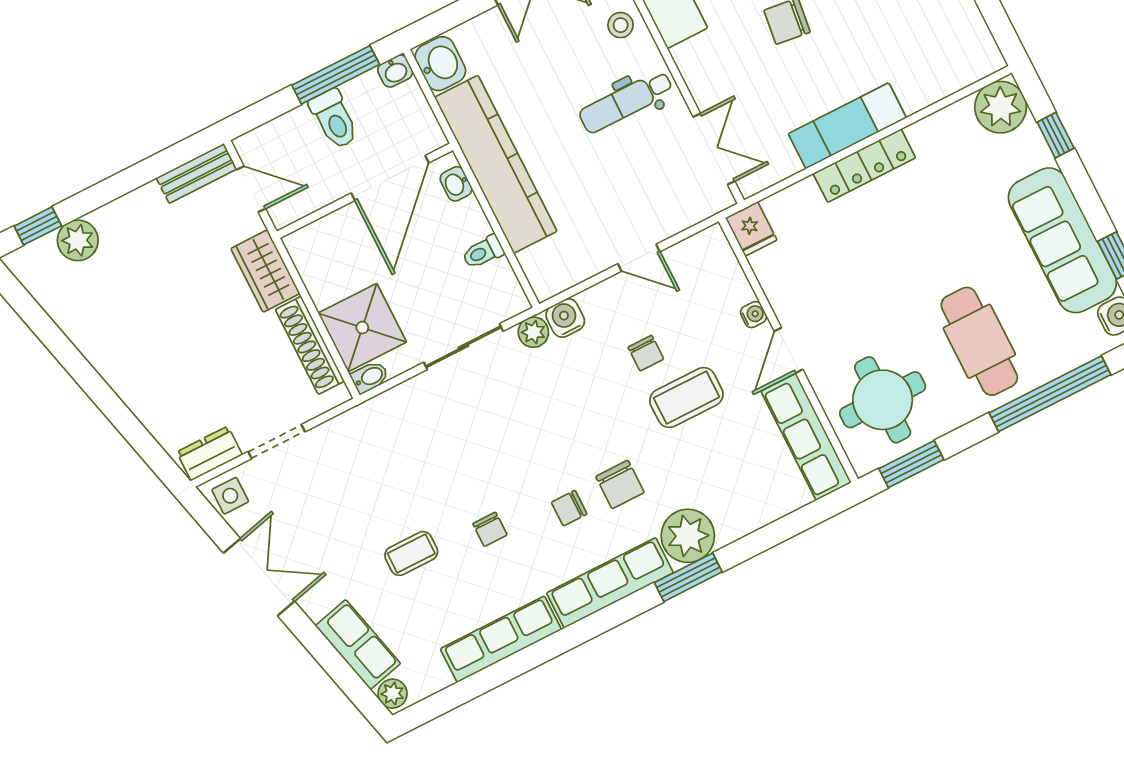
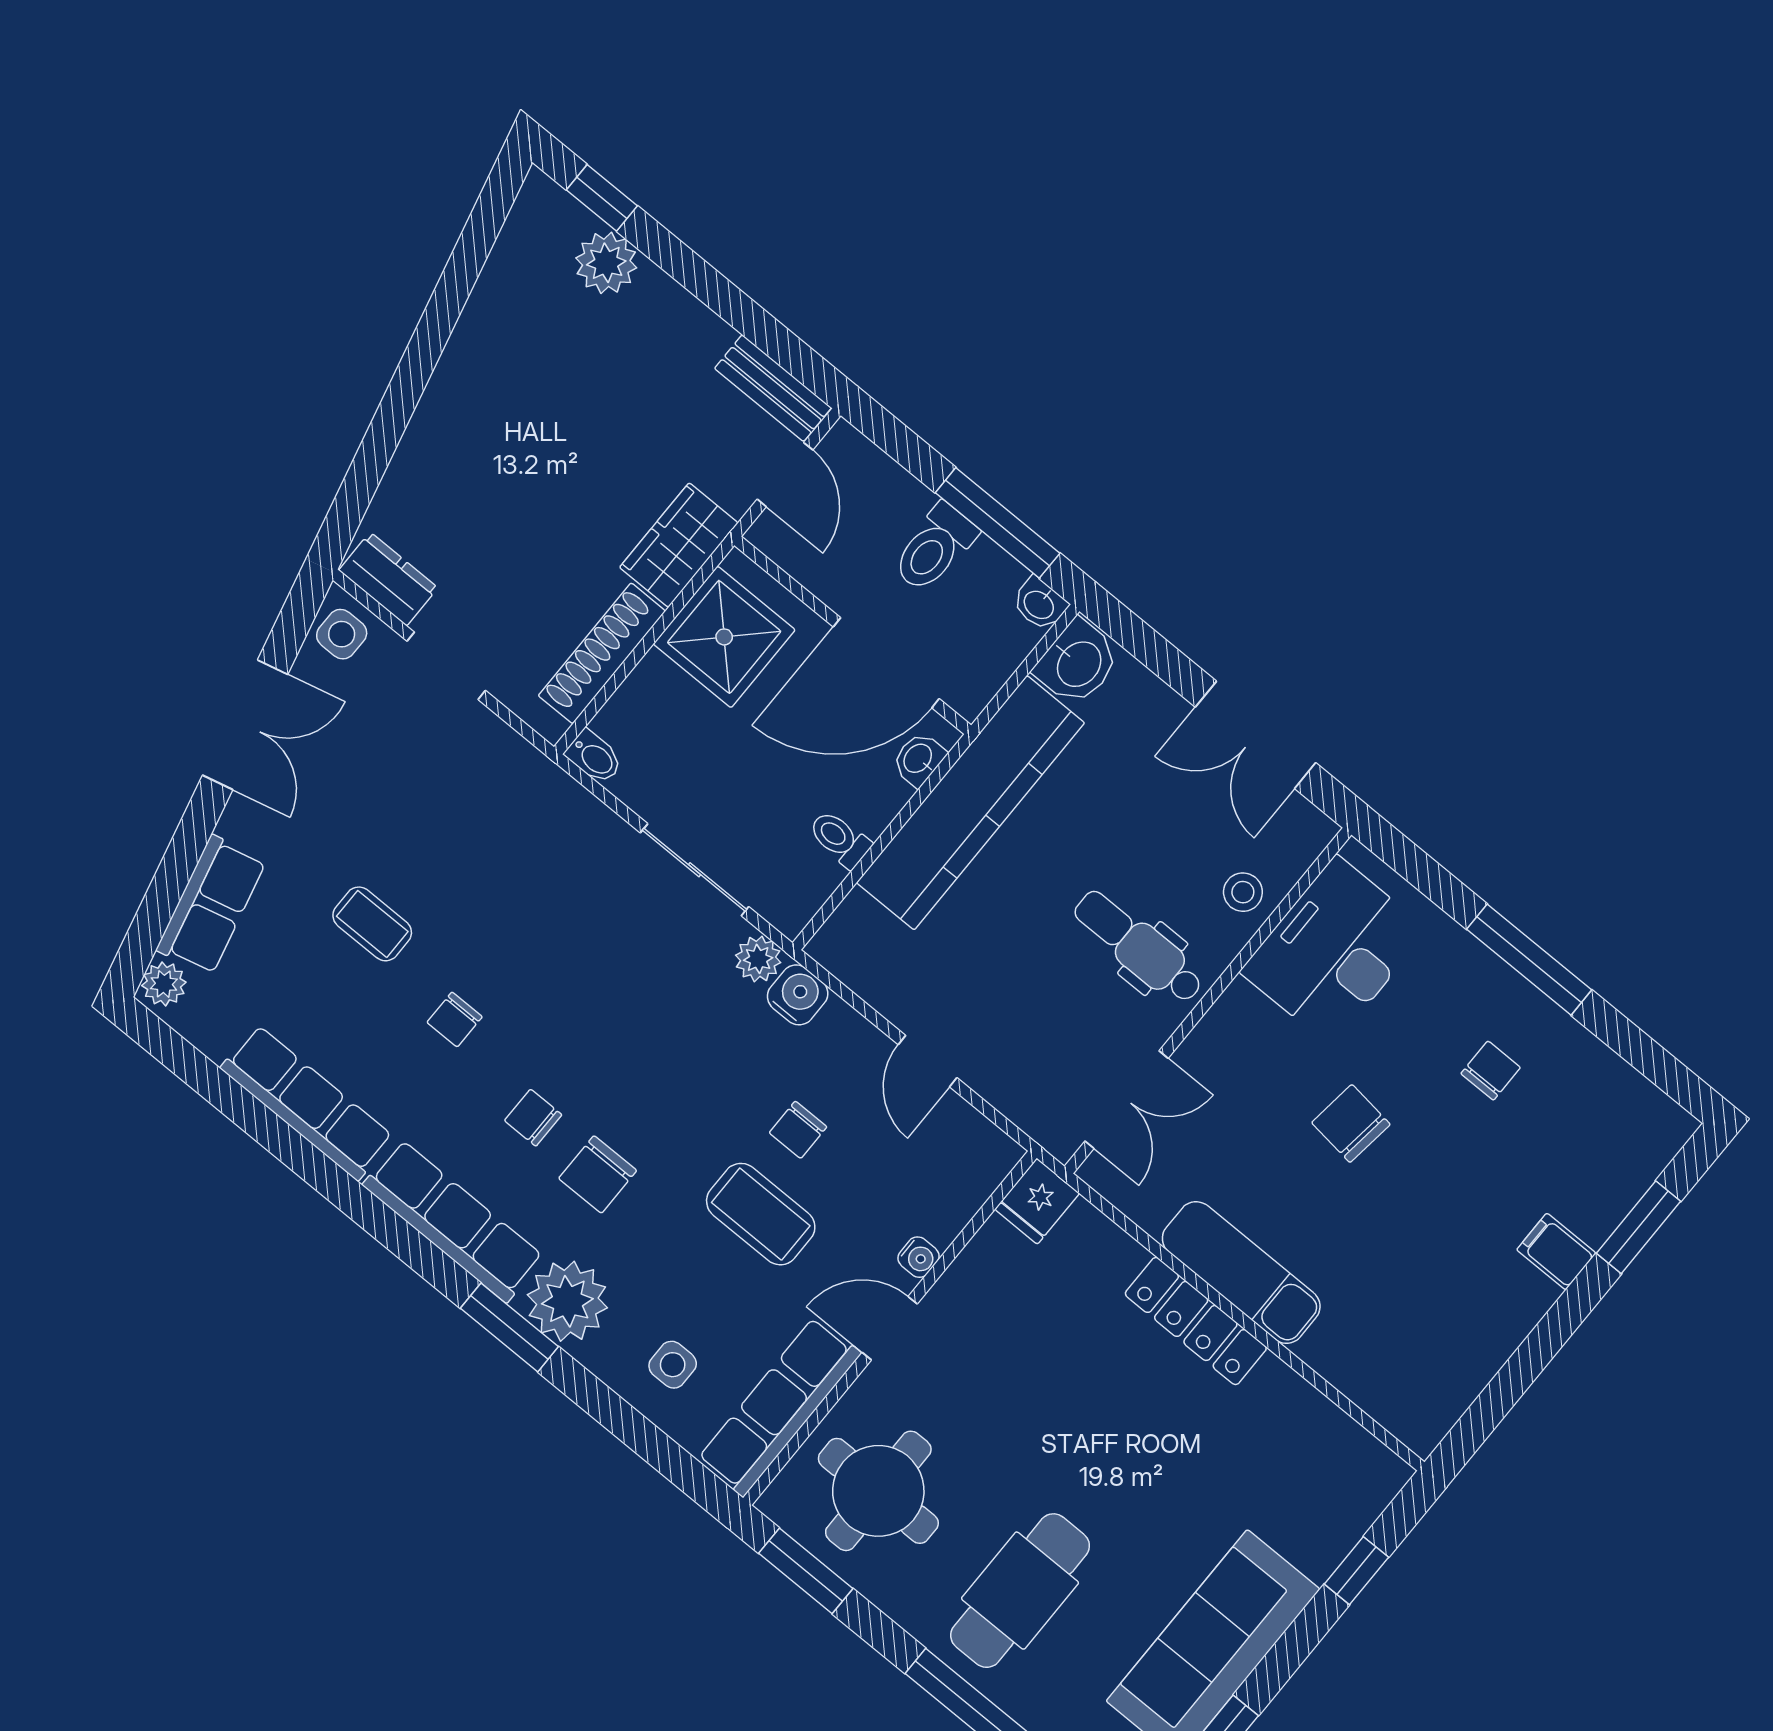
plant: (1001, 107) -> (1362, 1476), removed
shower: (362, 328) -> (724, 637), moved
side table: (753, 490) -> (673, 1365), added

